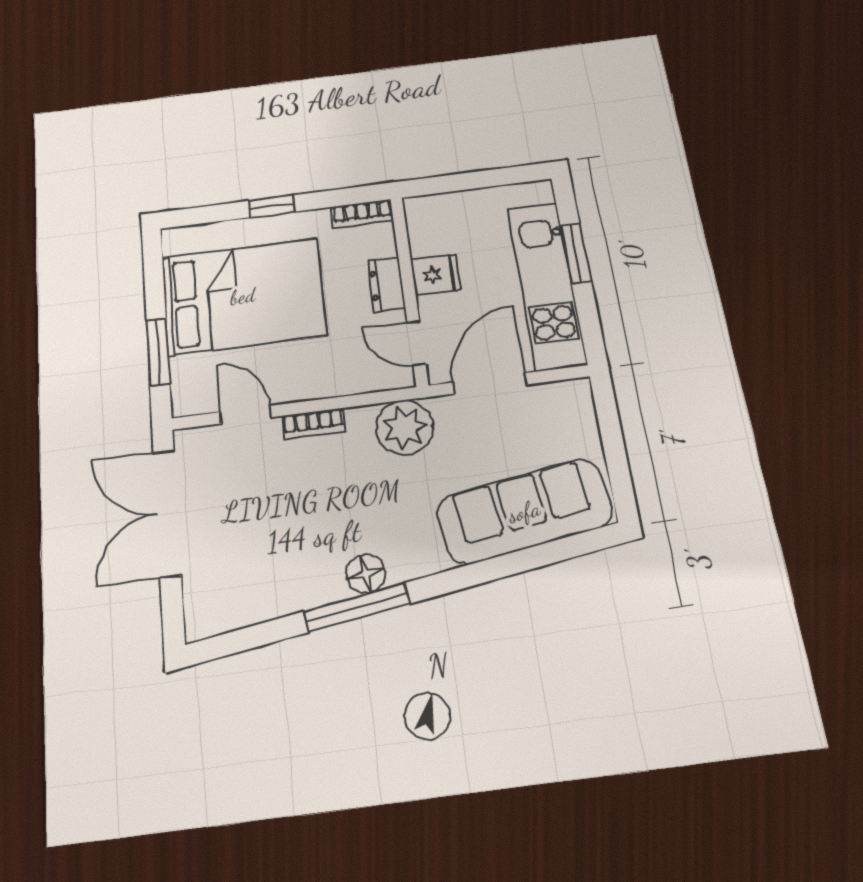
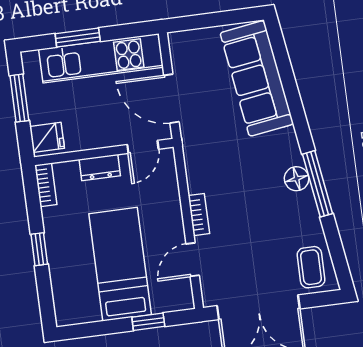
window: (486, 179) -> (19, 98), added
fridge: (436, 275) -> (47, 137), moved, turned 90
bed: (243, 296) -> (120, 264), width x0.67
window: (158, 352) -> (148, 322), width x0.67
plant: (405, 427) -> (201, 155), removed
coffee table: (224, 596) -> (311, 267), added

